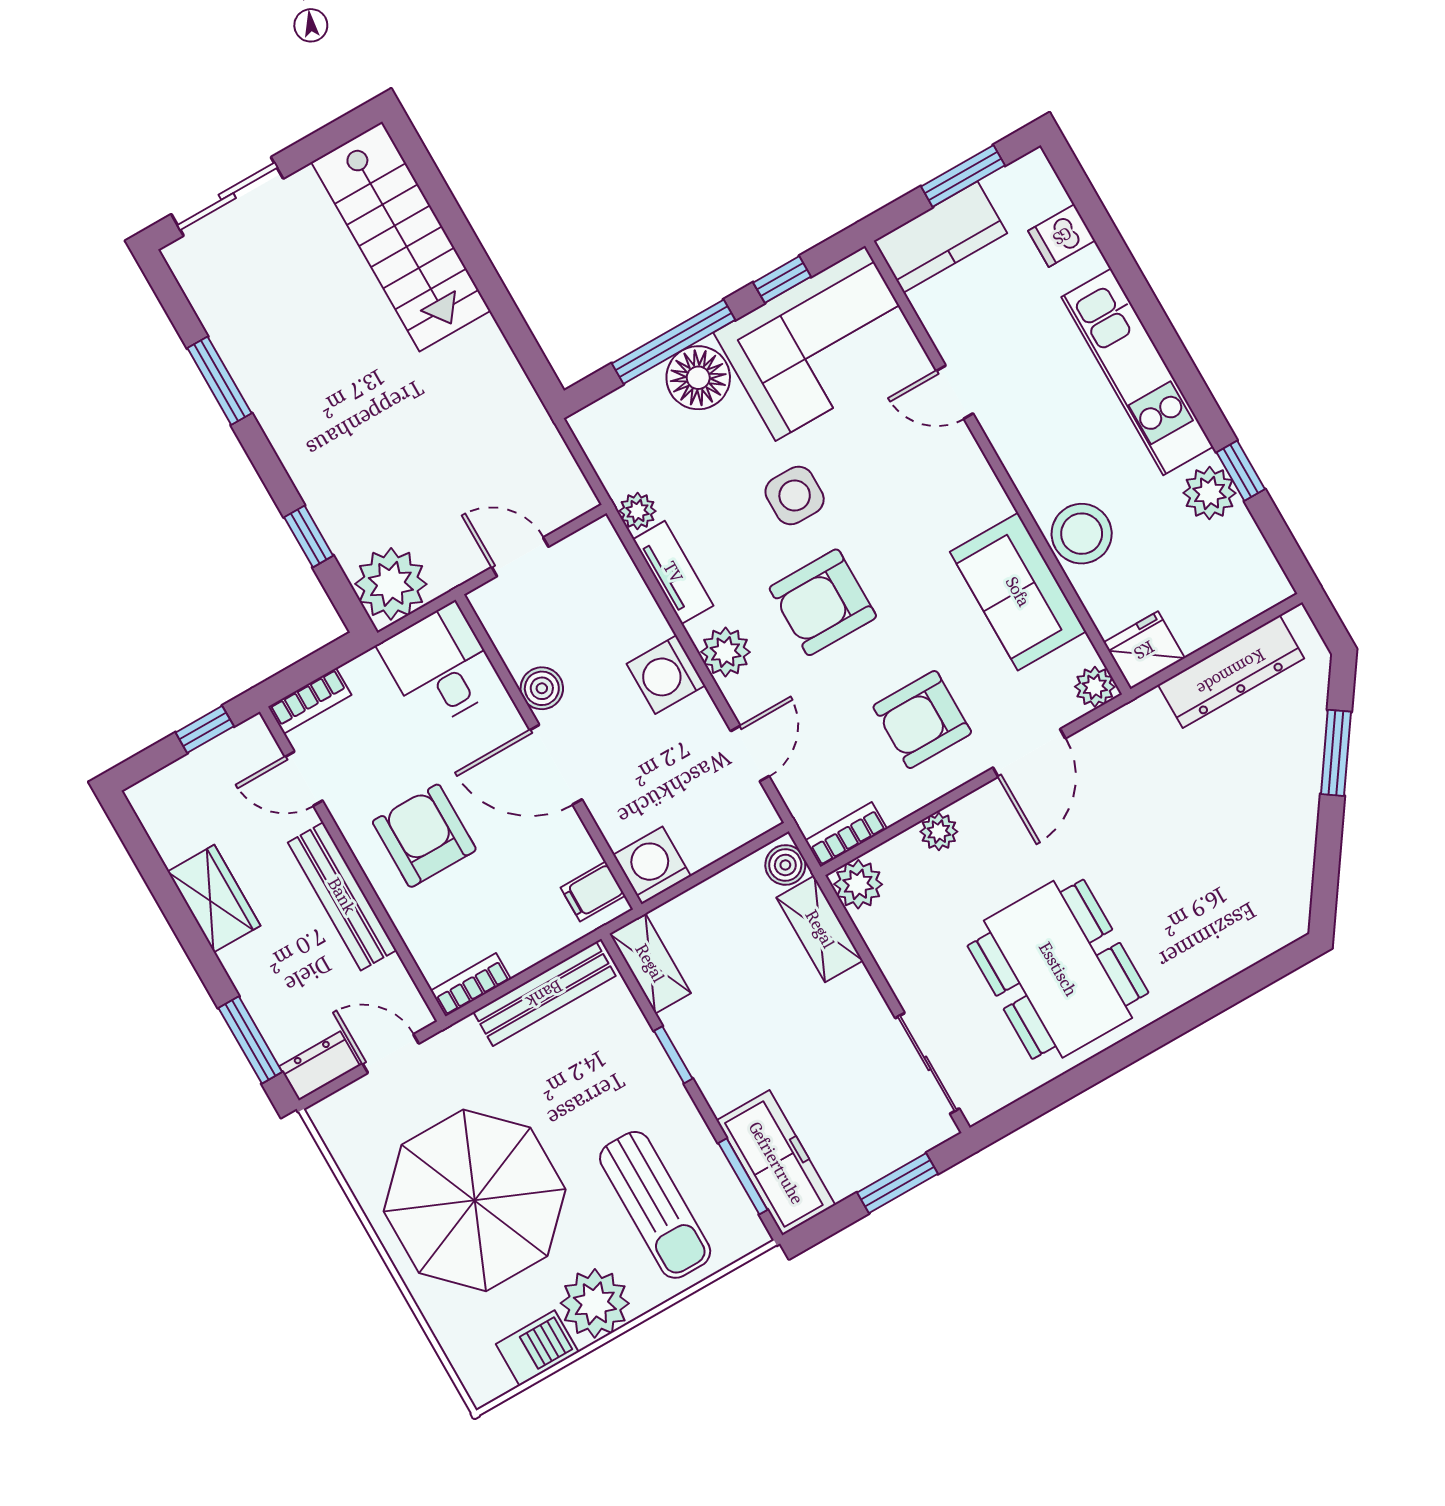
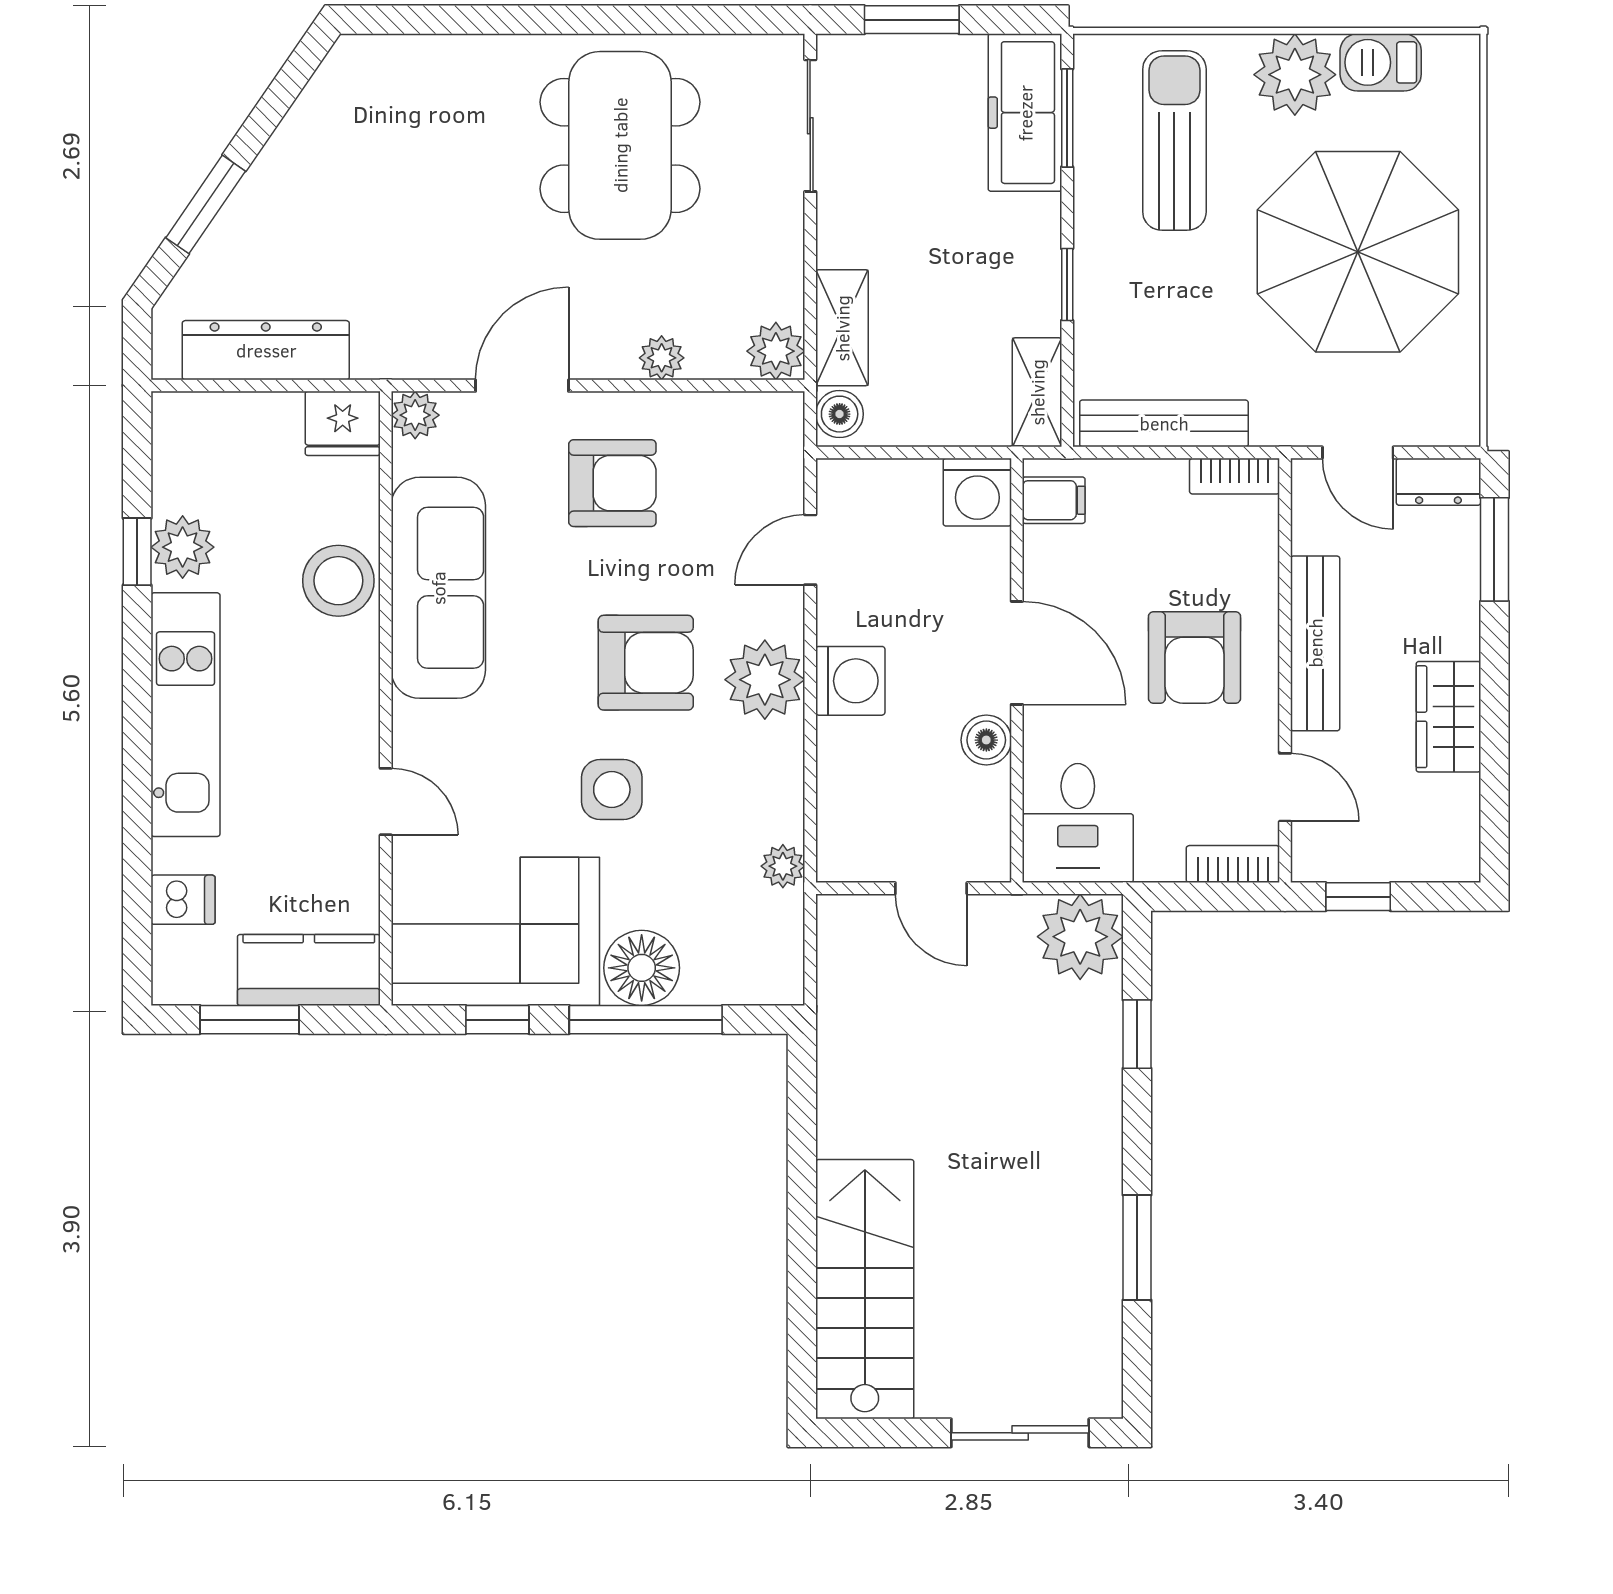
tv unit: (673, 572) -> (782, 782), removed
sofa: (1018, 592) -> (438, 588), width x1.36
plant: (725, 652) -> (765, 680), width x1.36, depth x1.36
bookcase: (846, 835) -> (759, 409), removed

